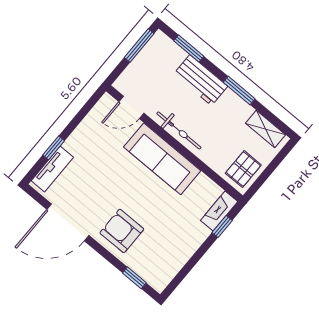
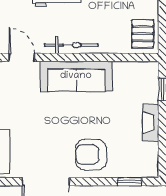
door: (131, 107) -> (22, 57), swing flipped
fireplace: (219, 211) -> (151, 123), moved

